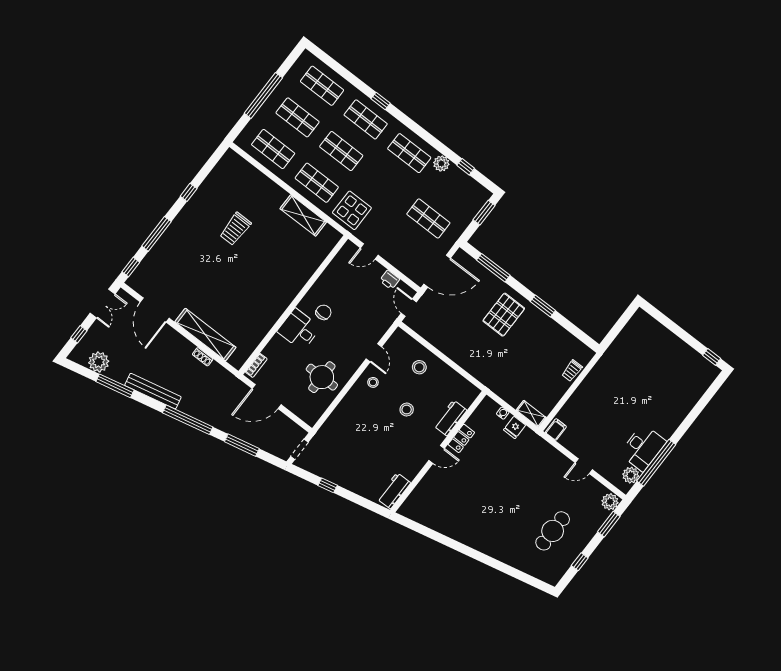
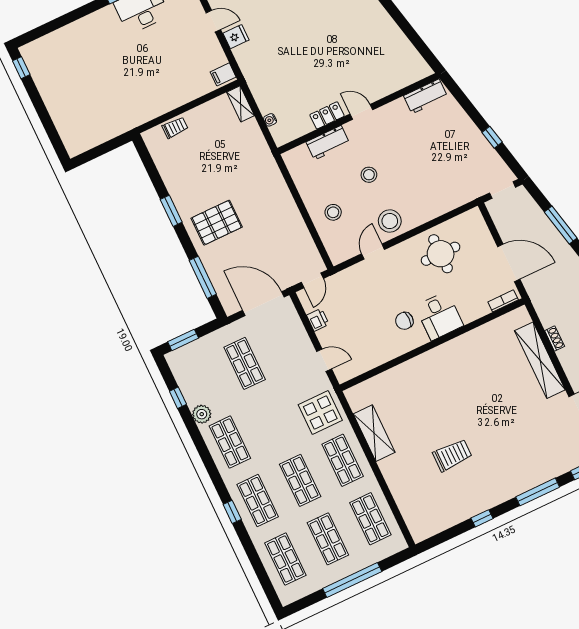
stool: (373, 382) -> (390, 221), width x1.89, depth x1.89
fridge: (515, 427) -> (236, 37), moved

